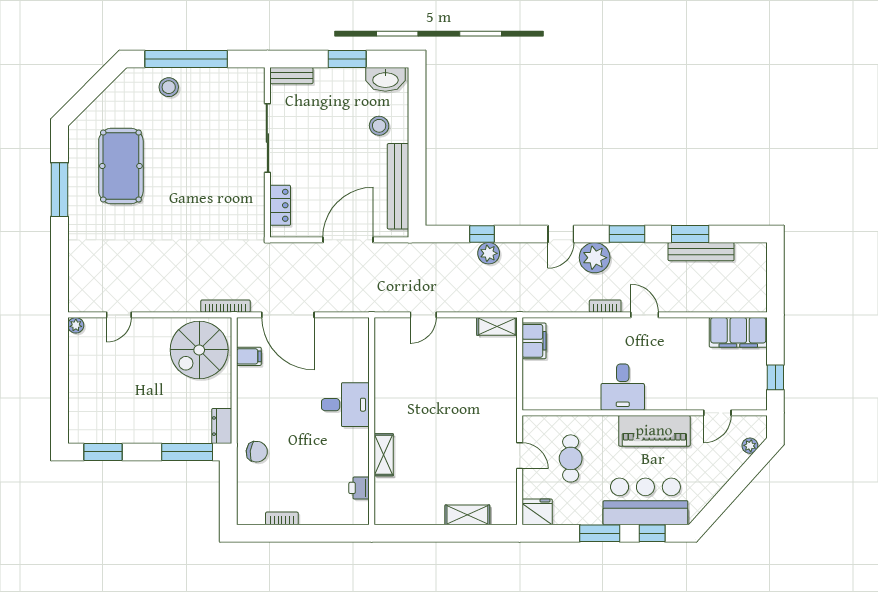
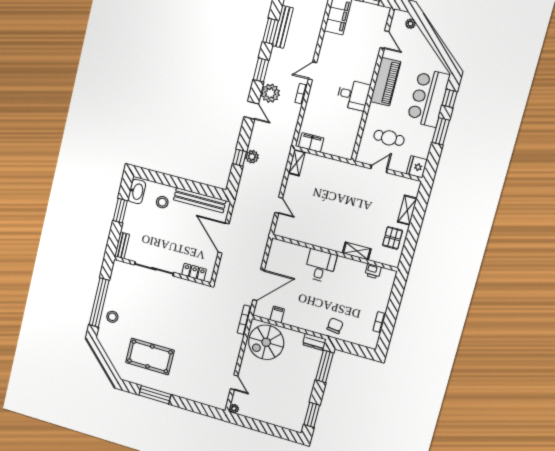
spiral stairs: (199, 350) -> (266, 342), turned 90
pallet: (419, 504) -> (392, 238), added

